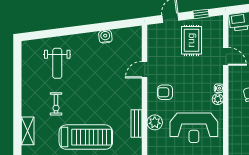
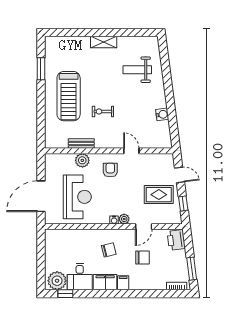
plant: (218, 99) -> (124, 219), moved
exercise bike: (56, 104) -> (103, 111), moved
reception desk: (194, 128) -> (77, 197), turned 180
shelving: (28, 131) -> (104, 42), moved

